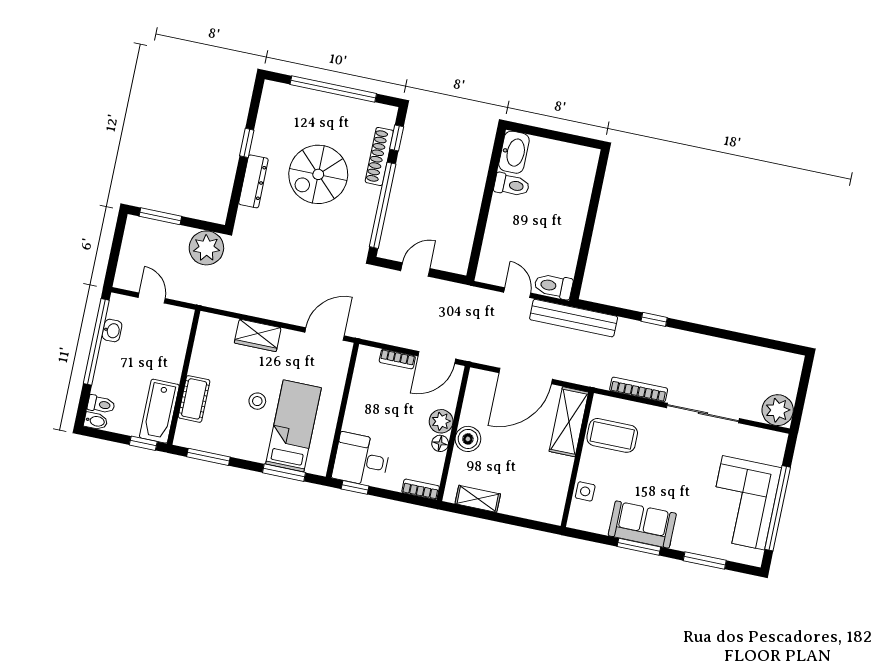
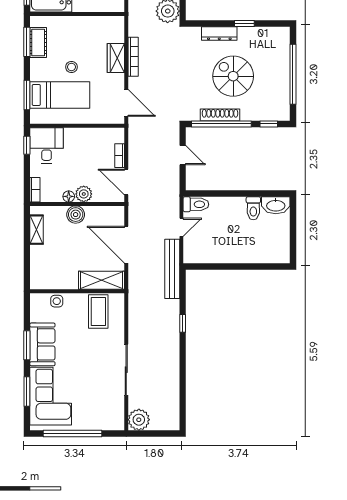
shoe rack: (379, 156) -> (220, 115), moved
toilet: (553, 286) -> (196, 204), moved, turned 90
bookcase: (639, 390) -> (133, 57), moved
cot: (194, 399) -> (38, 42), moved, turned 90
corner sofa: (744, 503) -> (51, 396), moved, turned 90

